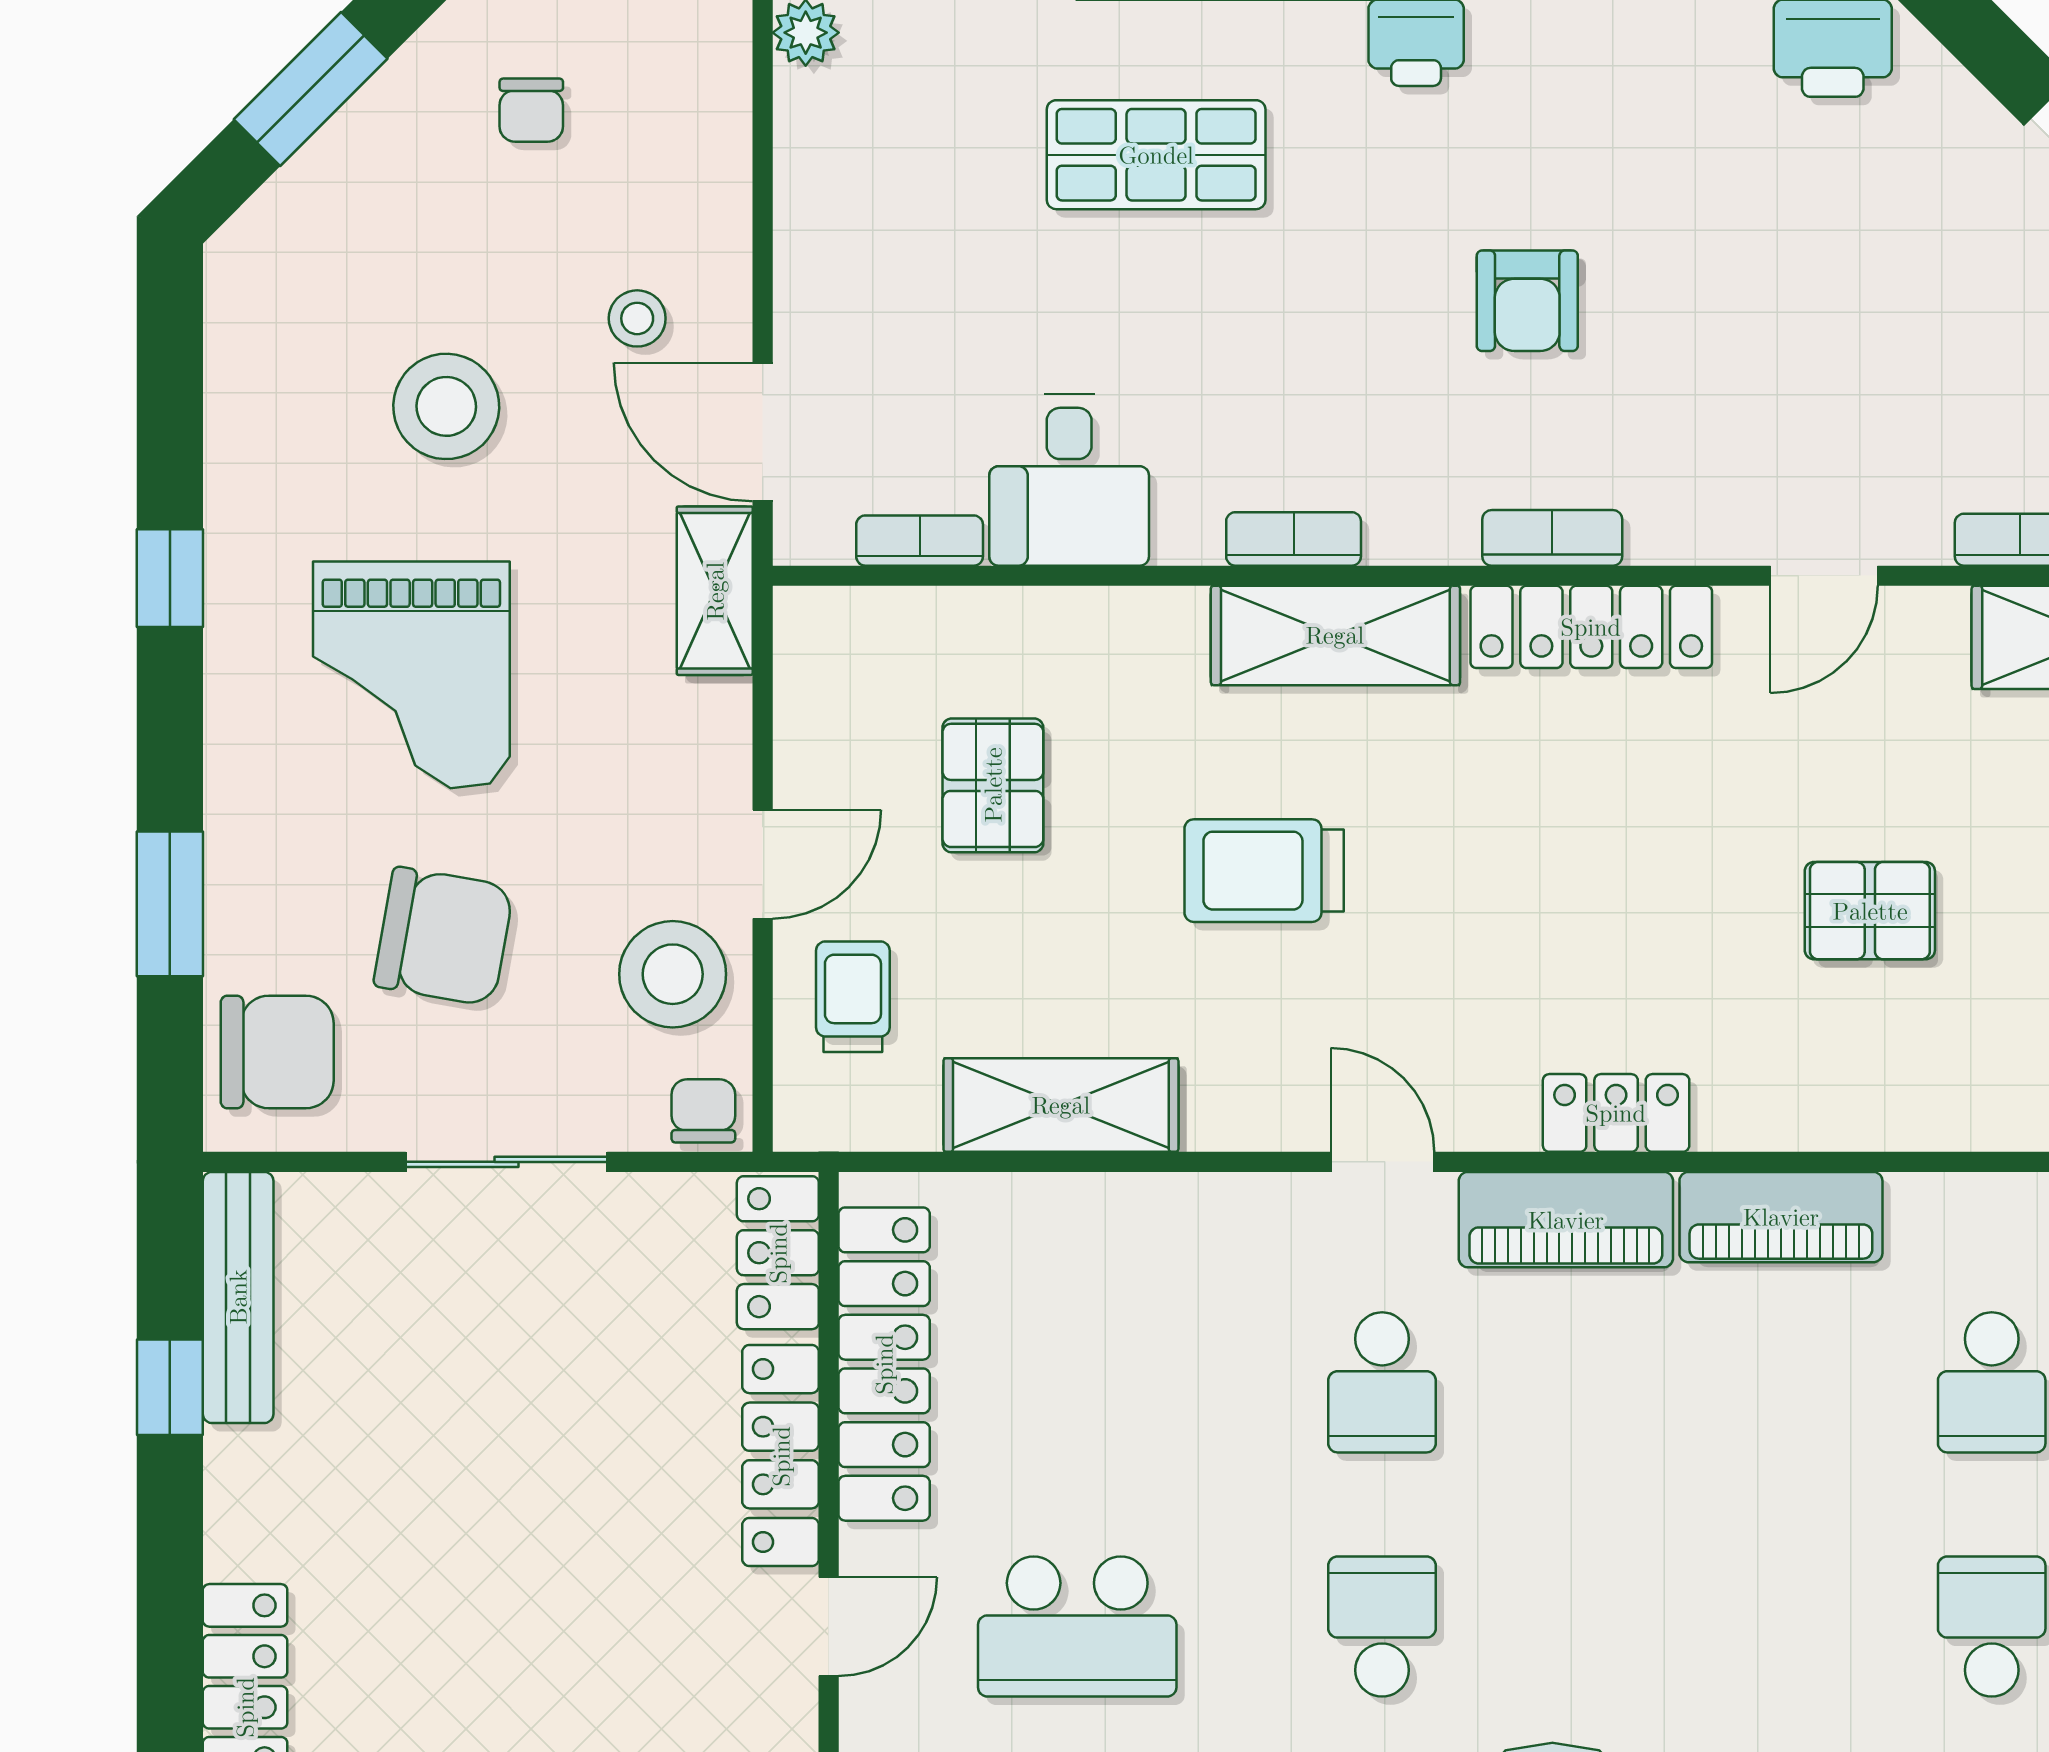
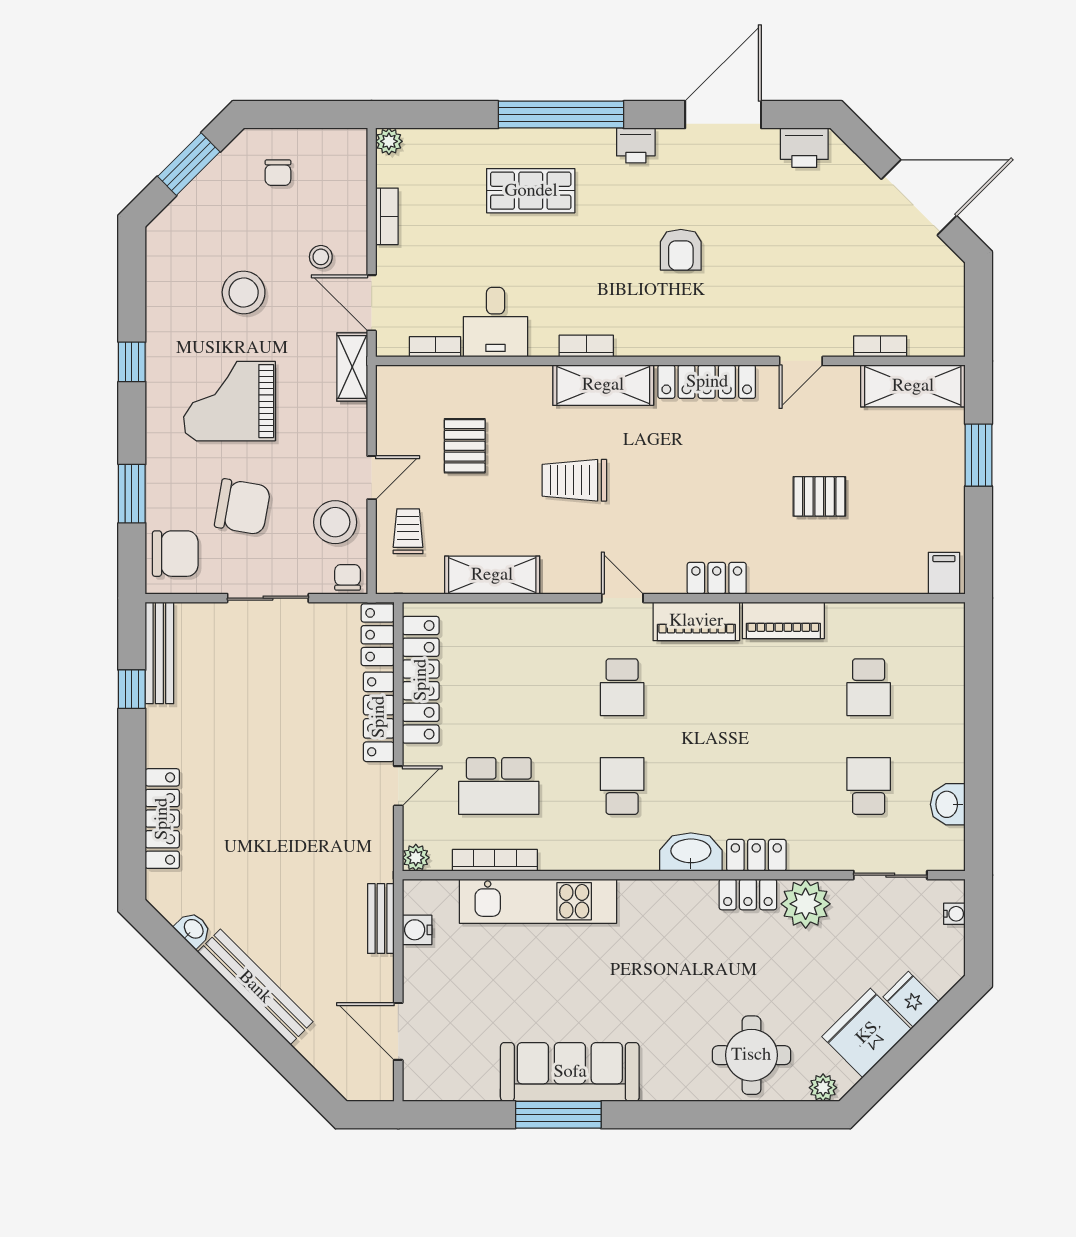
bookcase: (1552, 538) -> (387, 216), moved, turned 90
grand piano: (411, 675) -> (229, 401), turned 90

